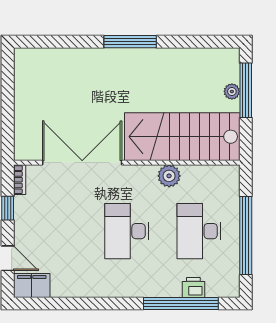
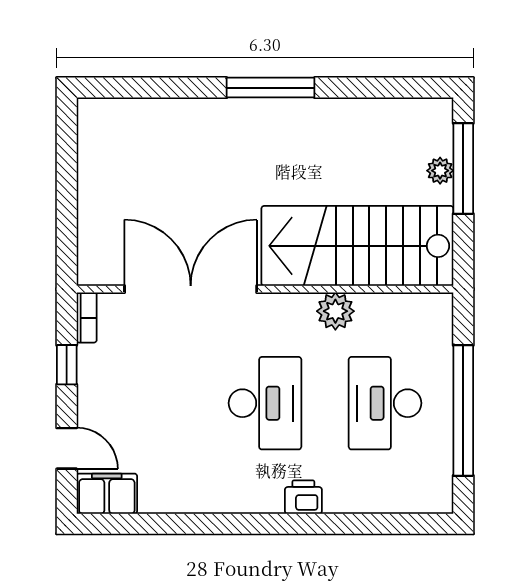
desk: (127, 231) -> (265, 403), turned 180
printer: (193, 287) -> (303, 497), moved
window: (181, 304) -> (355, 524), removed

